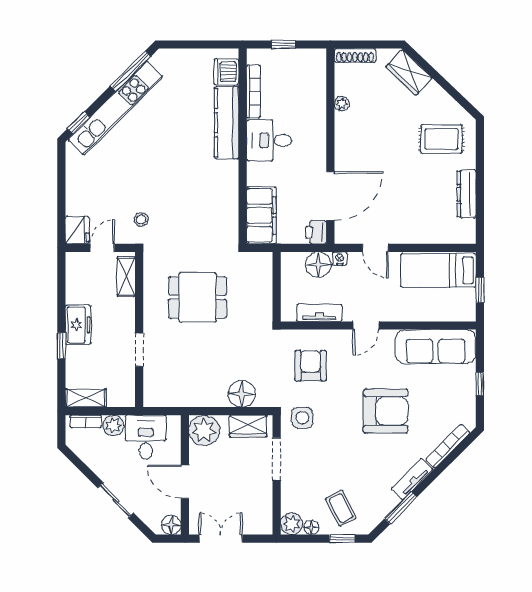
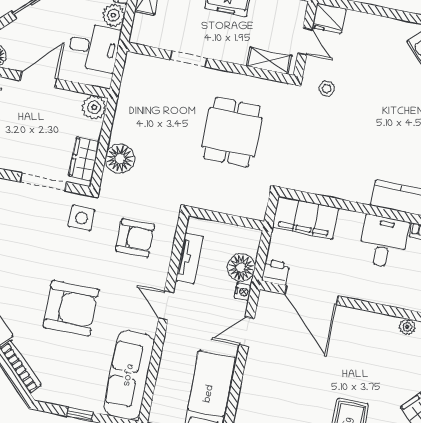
armchair: (386, 411) -> (71, 308), turned -90
plant: (204, 430) -> (94, 107), width x0.73, depth x0.73

